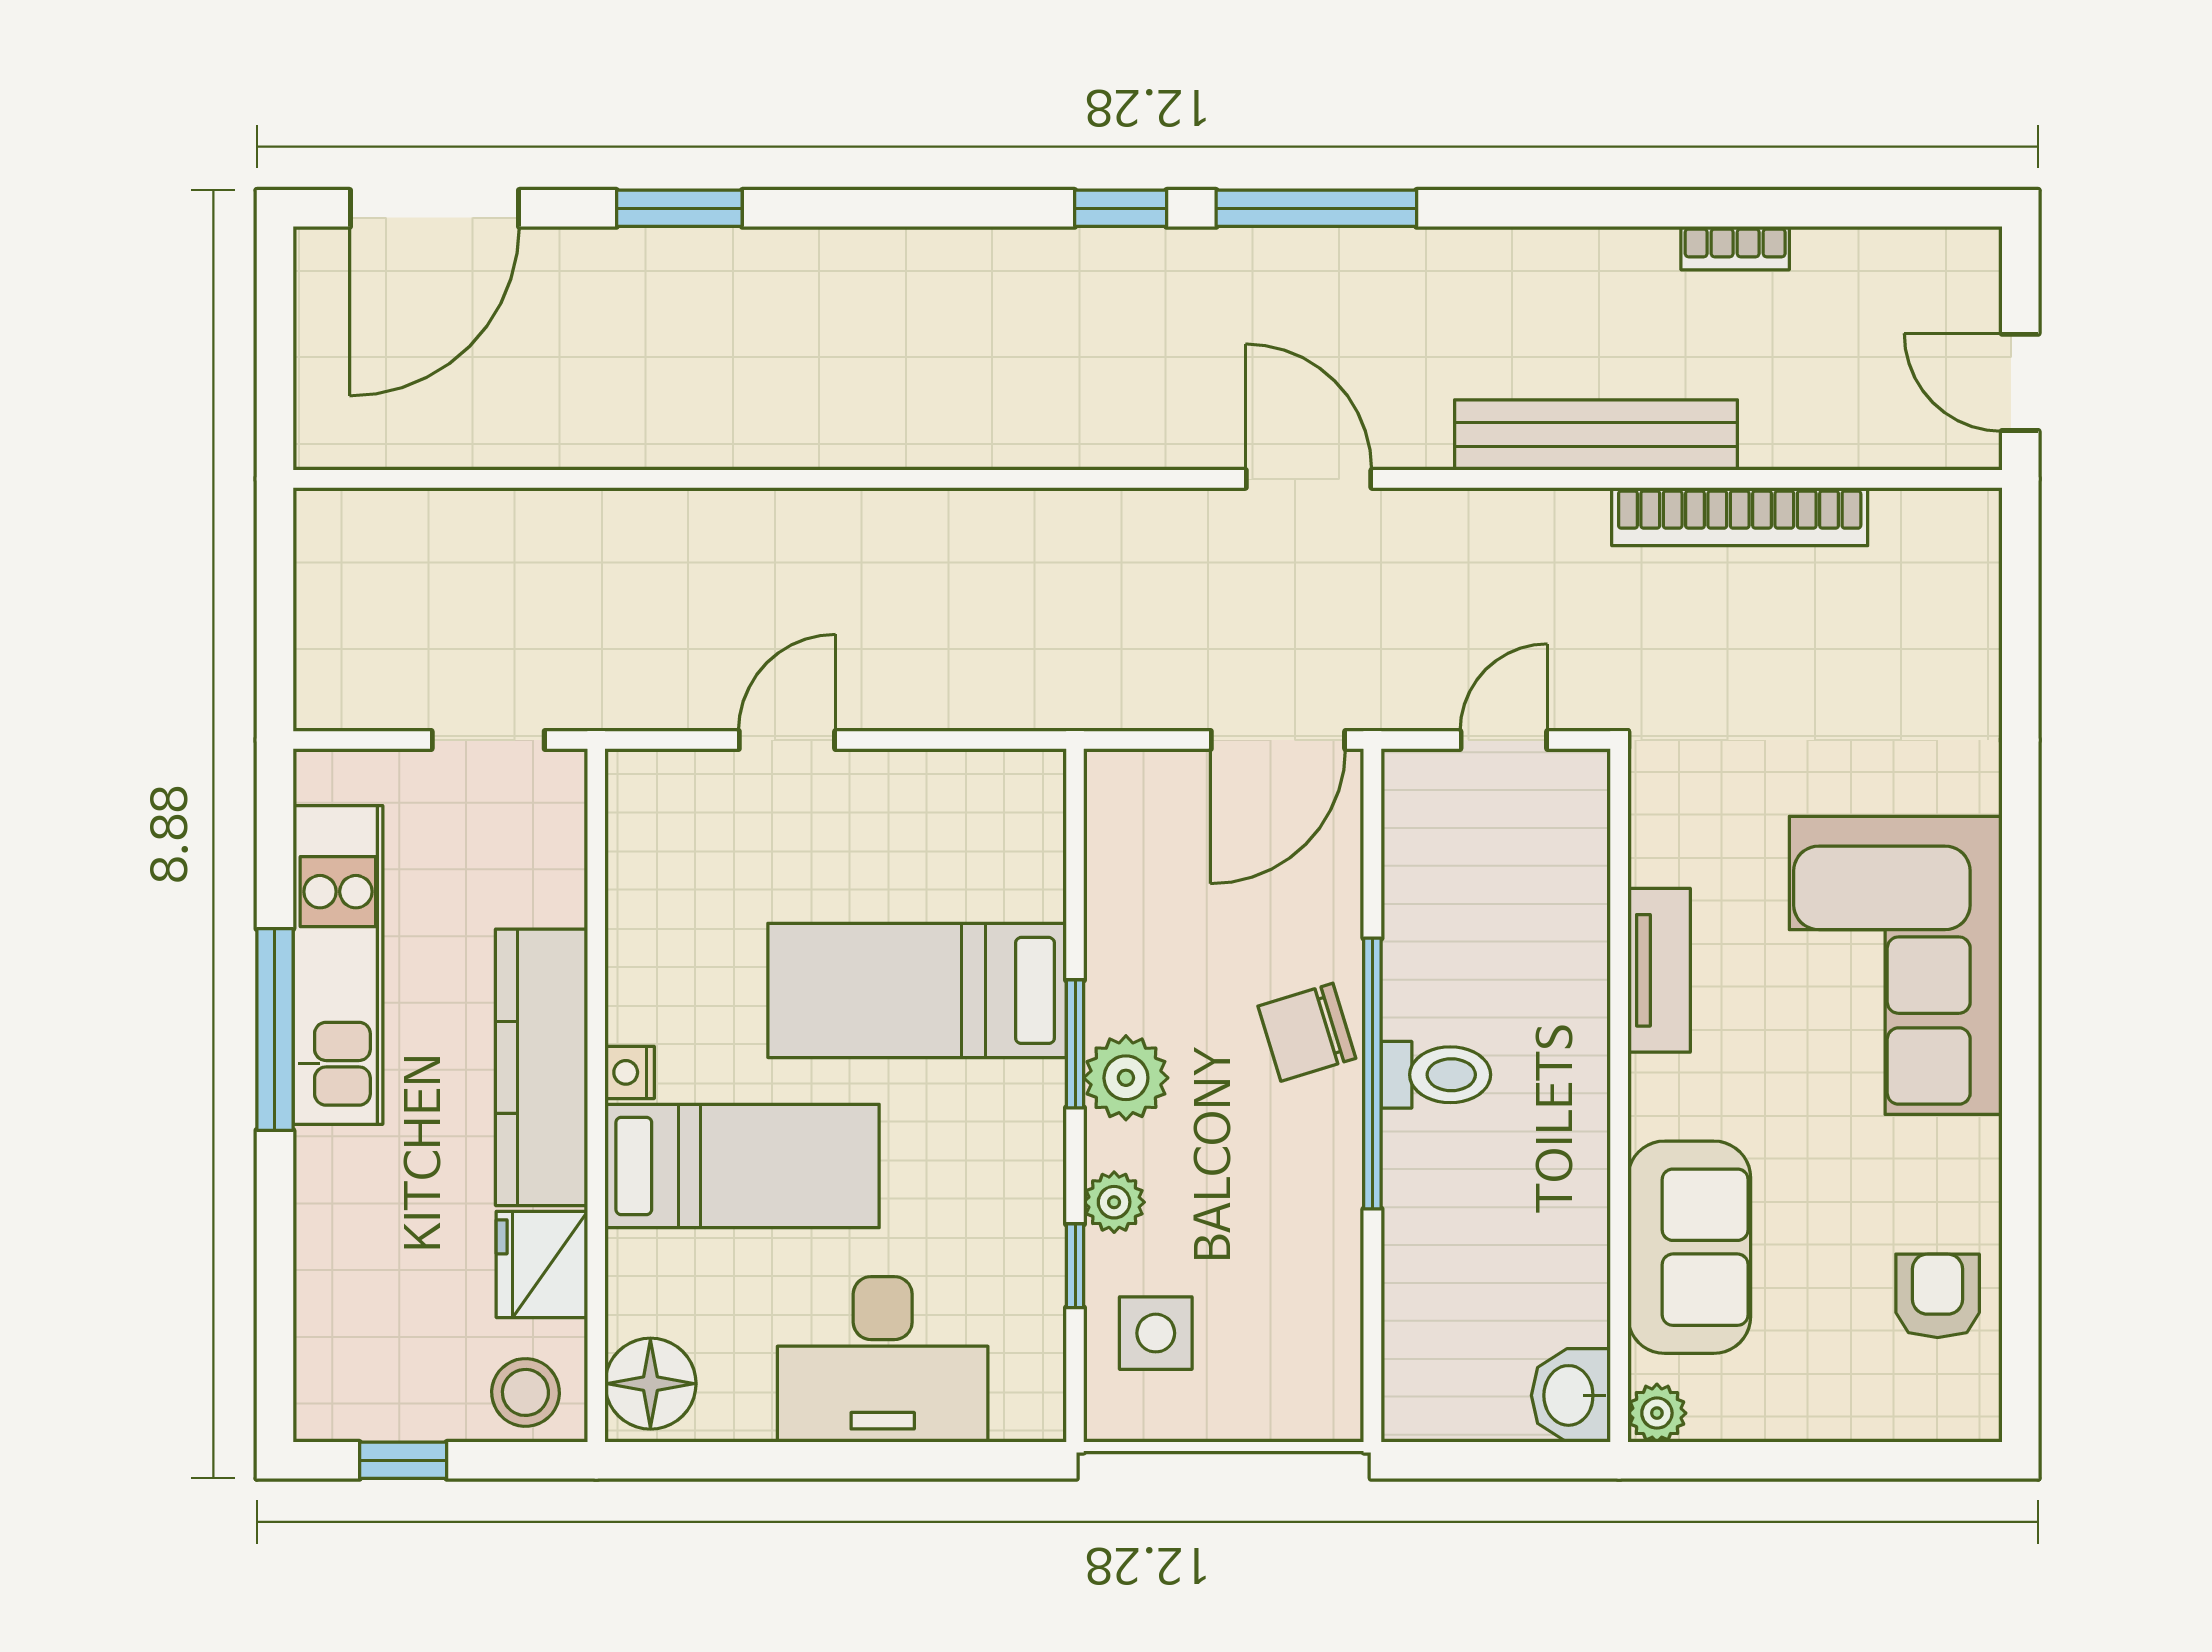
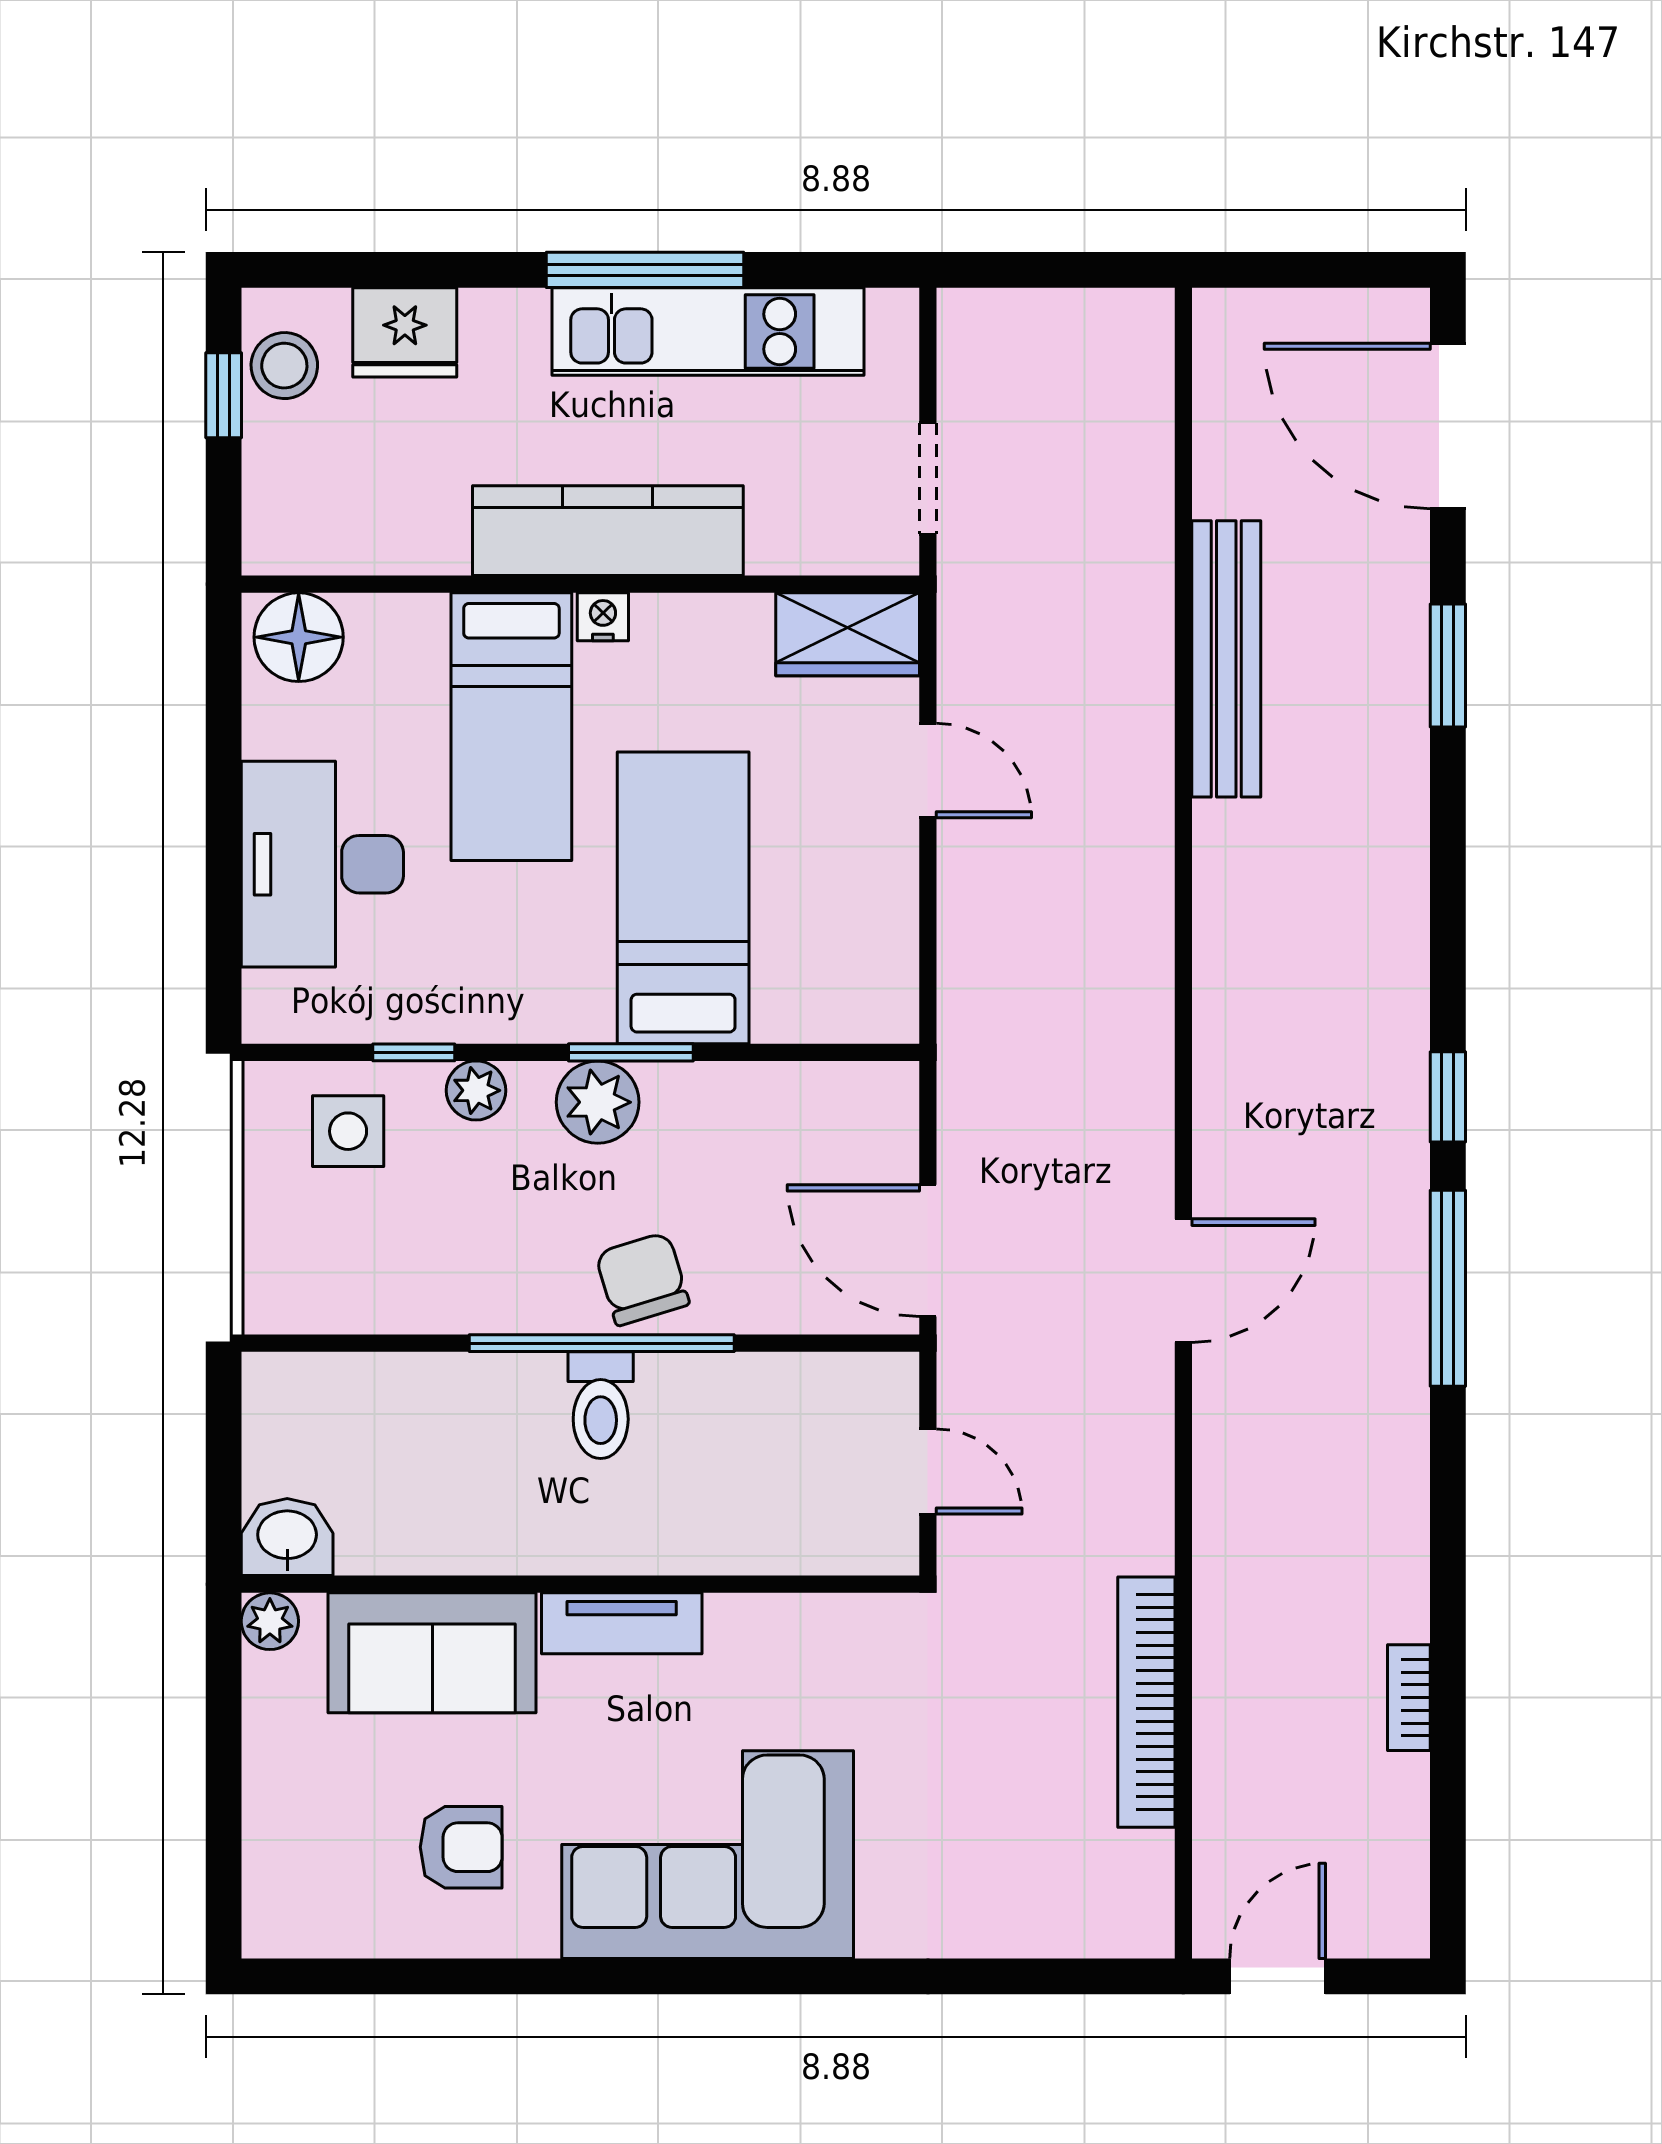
bench: (1596, 435) -> (1226, 659), moved
wardrobe: (648, 822) -> (848, 634), added
tv unit: (1659, 970) -> (622, 1623), moved
fridge: (542, 1264) -> (405, 332), moved, turned 180
armchair: (1938, 1296) -> (461, 1847), moved
stool: (525, 1392) -> (284, 366), moved

